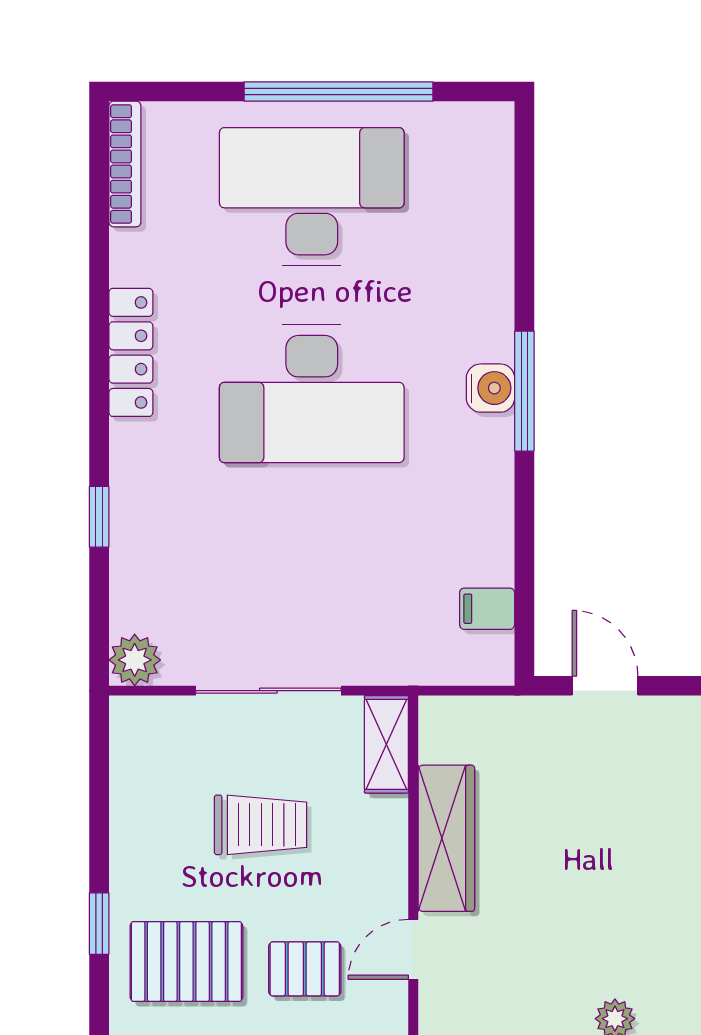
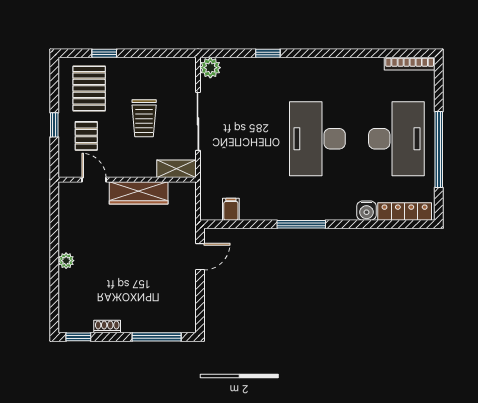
locker: (131, 352) -> (405, 211), moved, turned 180
water cooler: (490, 388) -> (366, 211), moved
window: (524, 391) -> (301, 224), moved

